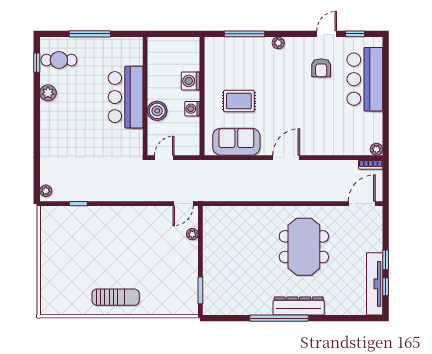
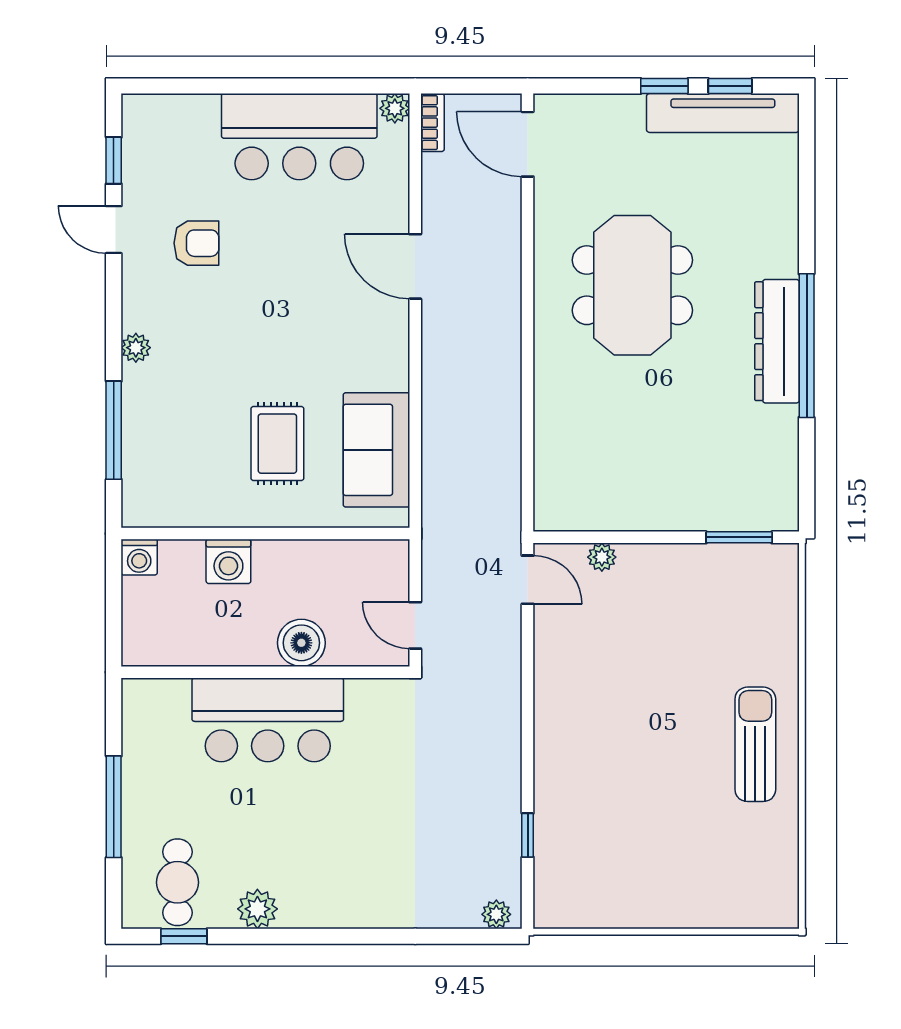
bar counter: (365, 79) -> (299, 137), moved
washing machine: (192, 109) -> (139, 557), moved
door: (286, 158) -> (415, 266), moved
meeting table: (304, 247) -> (632, 285), turned 90
dresser: (299, 306) -> (777, 341), moved

